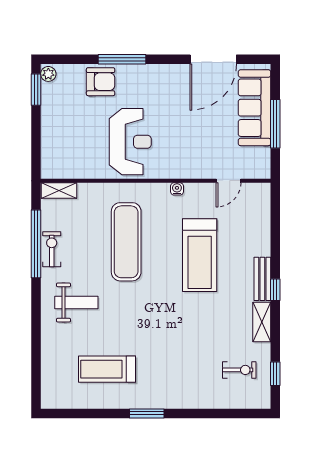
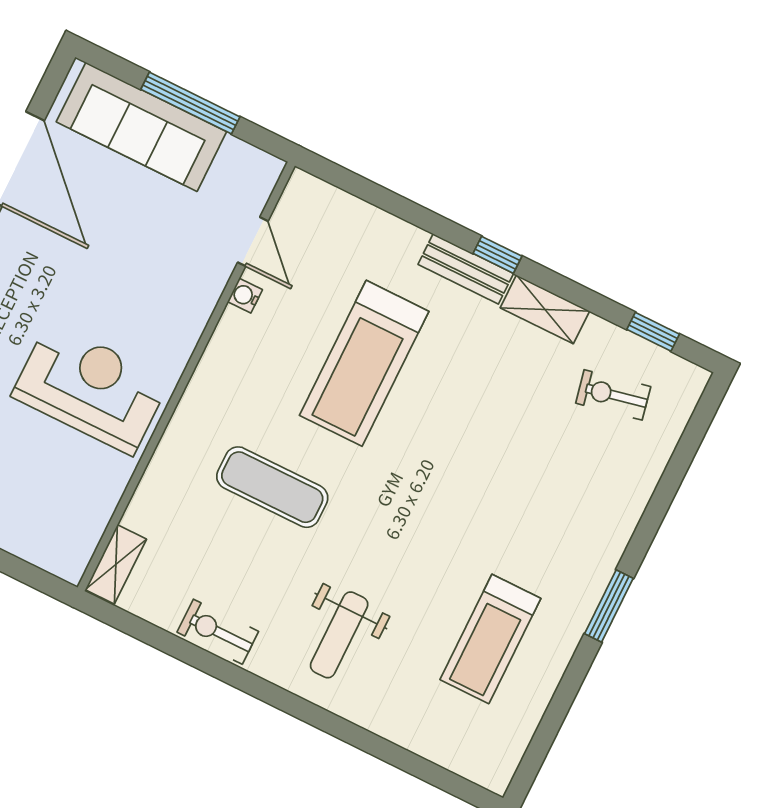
water cooler: (177, 189) -> (245, 296), moved
exercise mat: (126, 242) -> (272, 487), width x0.73, depth x0.69
window: (36, 244) -> (194, 656), removed
treadmill: (200, 255) -> (364, 363), turned 90
weight bench: (76, 303) -> (339, 635), turned 180
exercise bike: (239, 370) -> (613, 395), turned -102

